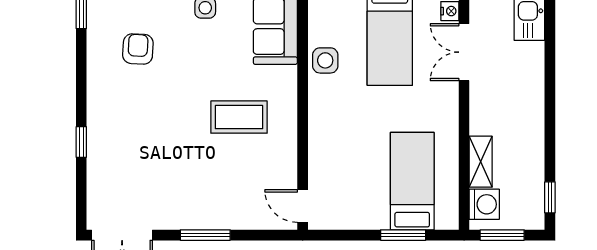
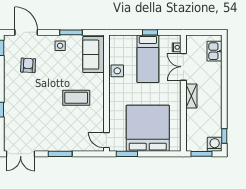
shelving: (481, 162) -> (191, 96), moved
bed: (412, 181) -> (148, 128), width x2.04
washing machine: (484, 204) -> (215, 144), moved, turned -90
window: (403, 235) -> (127, 154), moved

